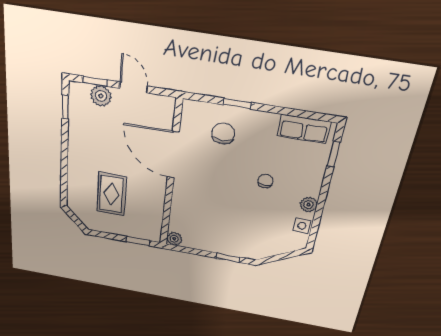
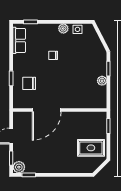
plant: (101, 96) -> (19, 167), moved
rug: (111, 194) -> (91, 148), moved
plant: (174, 239) -> (102, 81), moved

